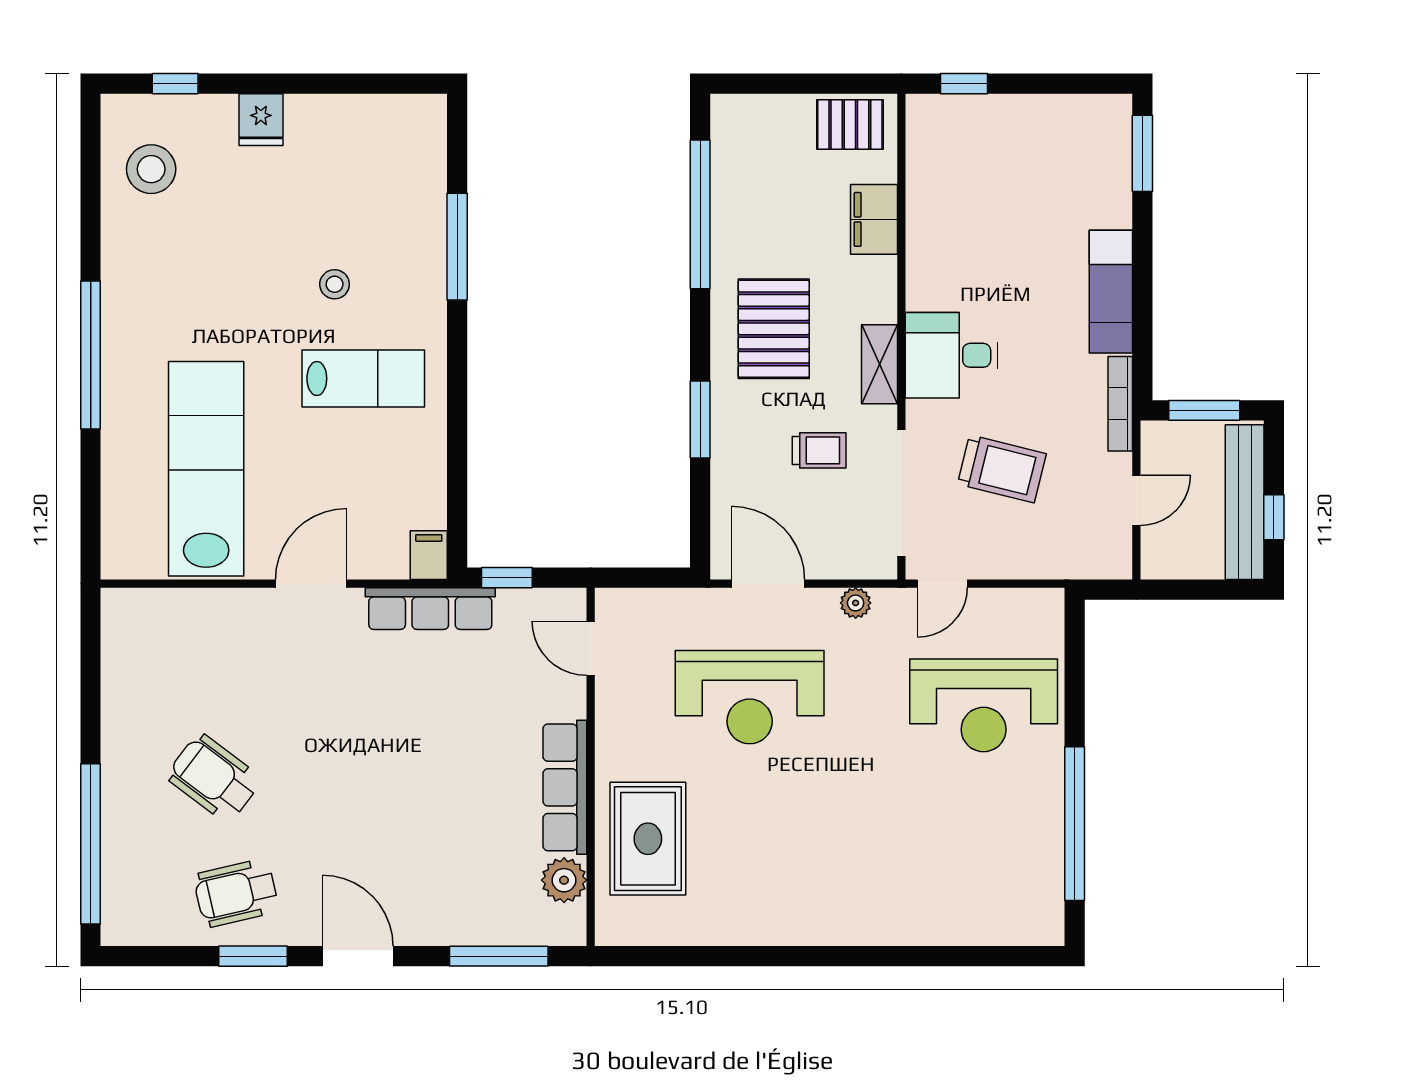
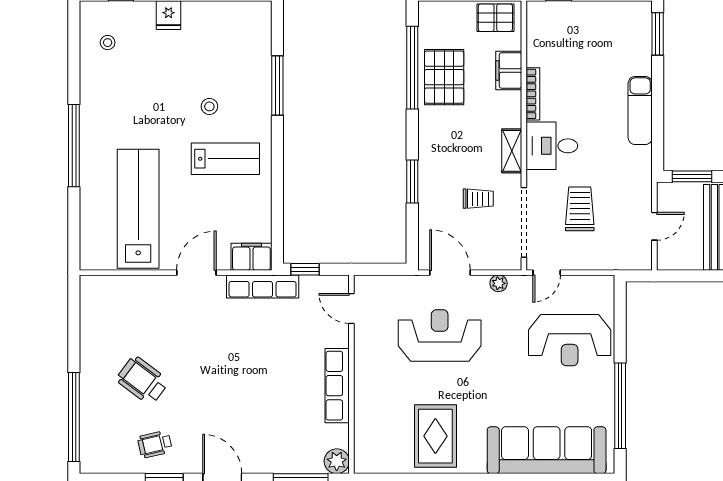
stool: (151, 169) -> (108, 43), width x0.53, depth x0.53
pallet: (774, 329) -> (444, 77), moved
bookcase: (1120, 404) -> (533, 94), moved, turned 180
trolley: (1002, 469) -> (580, 209), turned -104
filing cabinet: (429, 555) -> (251, 257), width x2.00
reception desk: (750, 697) -> (440, 336), turned 180
rug: (648, 839) -> (435, 436), moved
plant: (564, 880) -> (337, 461), moved
wheelchair: (236, 893) -> (155, 444), width x0.73, depth x0.73
sofa: (942, 904) -> (547, 450), added

